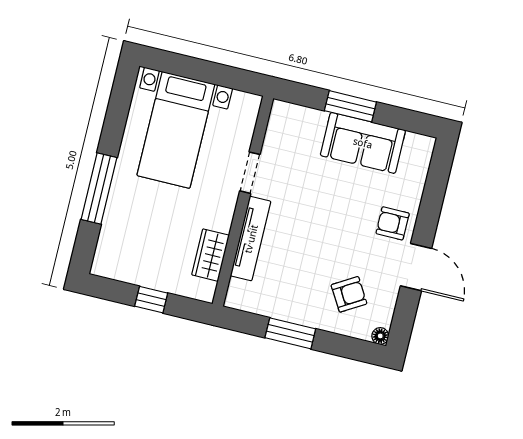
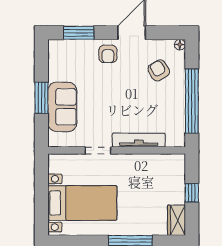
sofa: (363, 143) -> (62, 107), moved
window: (435, 187) -> (79, 33), added
wardrobe: (210, 255) -> (176, 220), moved, turned 90
window: (290, 333) -> (192, 101), width x2.11

